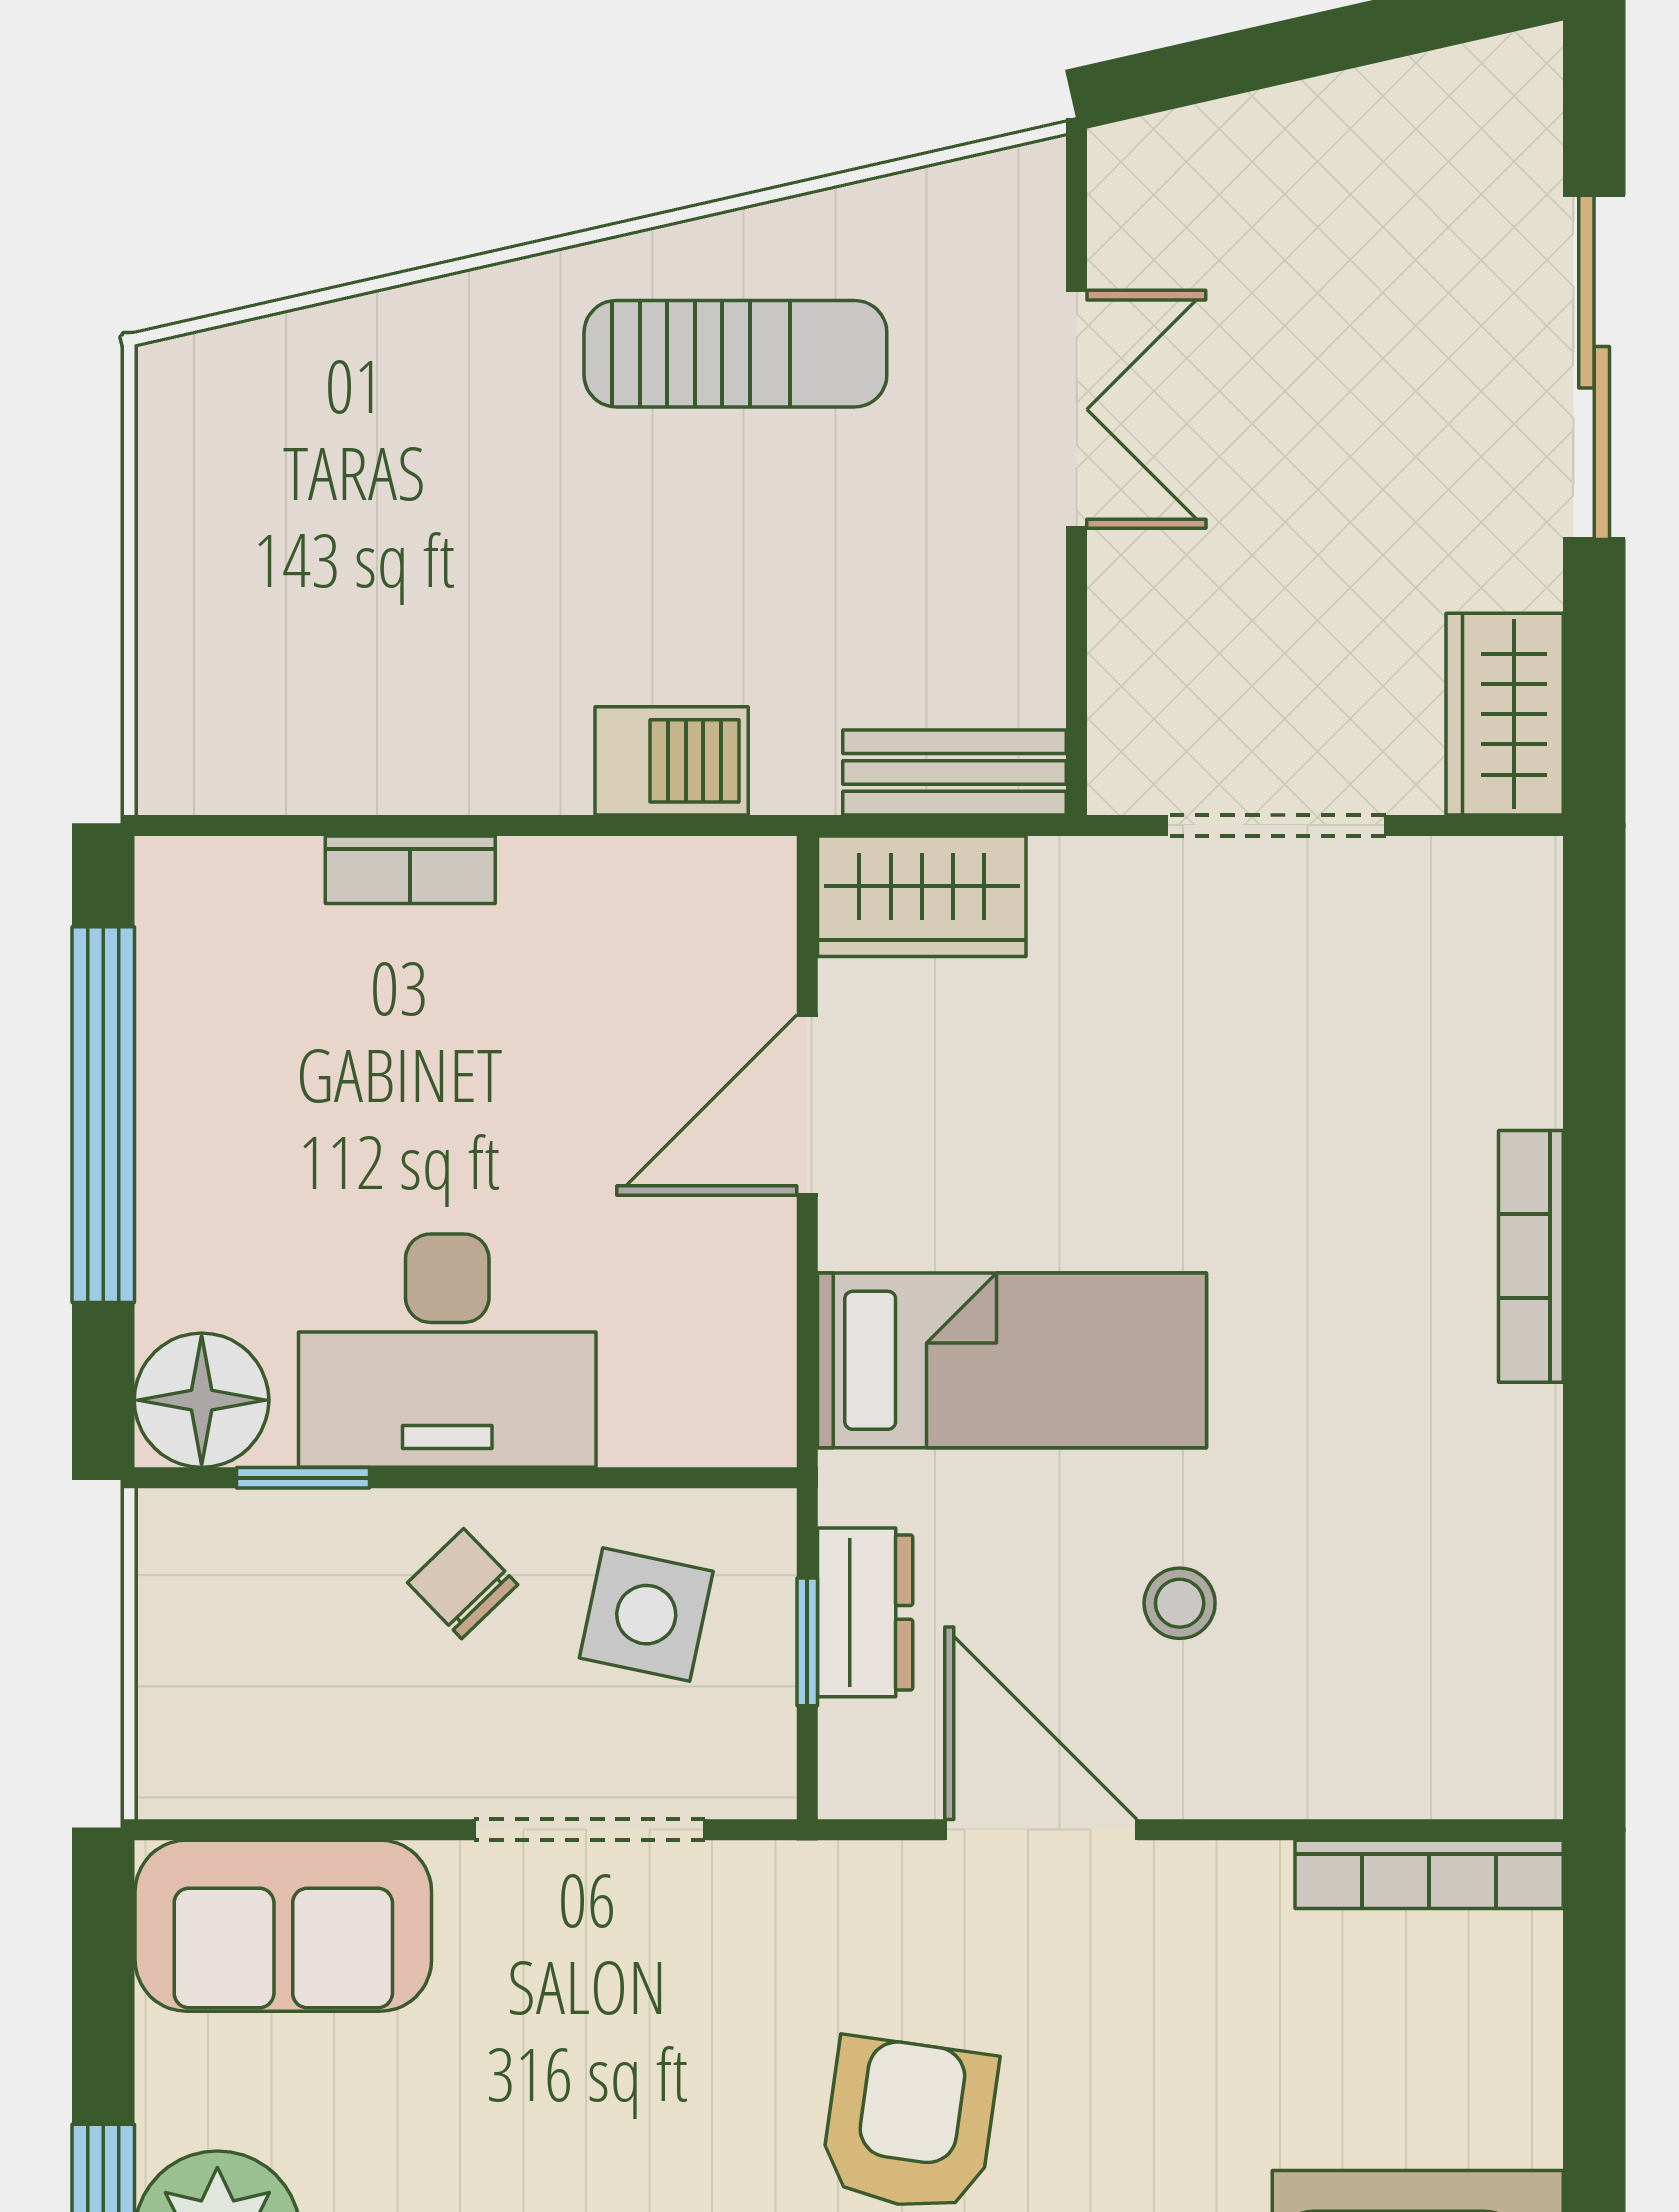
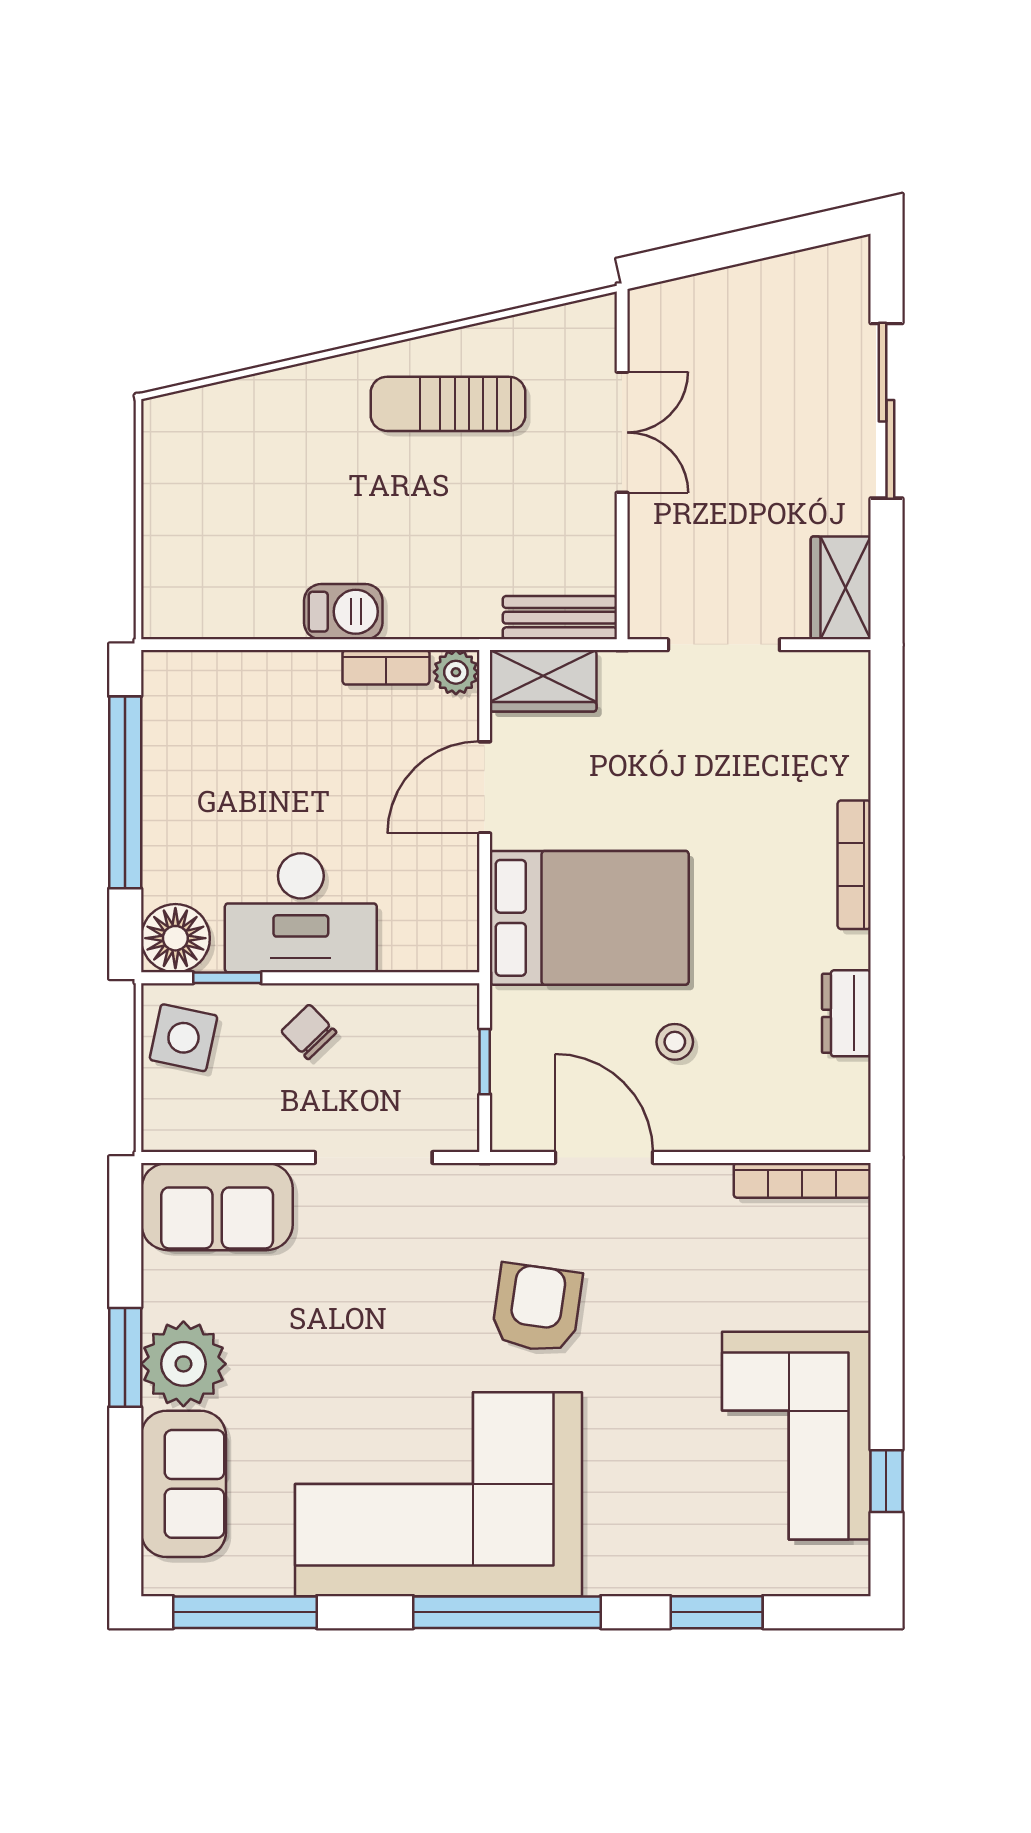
sun lounger: (735, 354) -> (448, 404), turned 180
barbecue: (672, 761) -> (343, 612), moved
bookcase: (410, 870) -> (386, 667), moved
plant: (751, 879) -> (456, 672), added
bed: (1012, 1360) -> (589, 918), width x1.50
dresser: (865, 1612) -> (846, 1013), moved, turned 180
side table: (646, 1615) -> (183, 1038), moved

